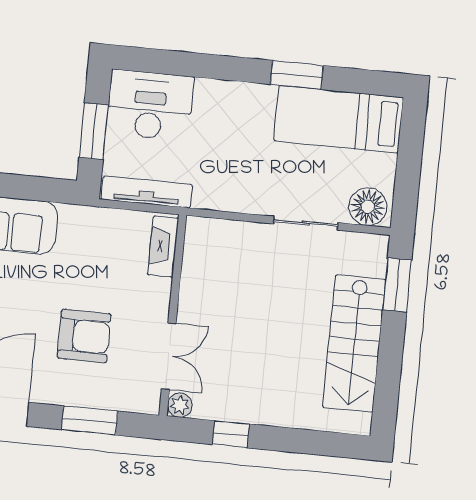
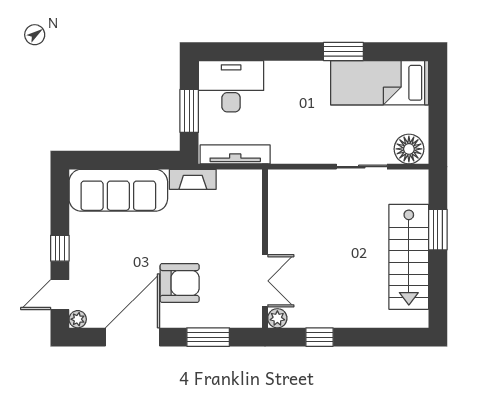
fireplace: (163, 246) -> (193, 179), moved, turned -90
window: (397, 285) -> (438, 230), moved
armchair: (84, 336) -> (180, 283), moved

